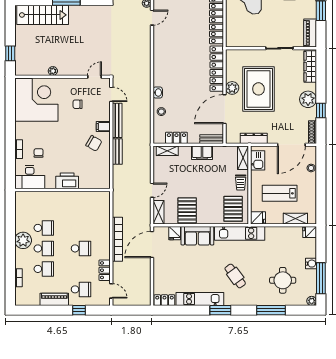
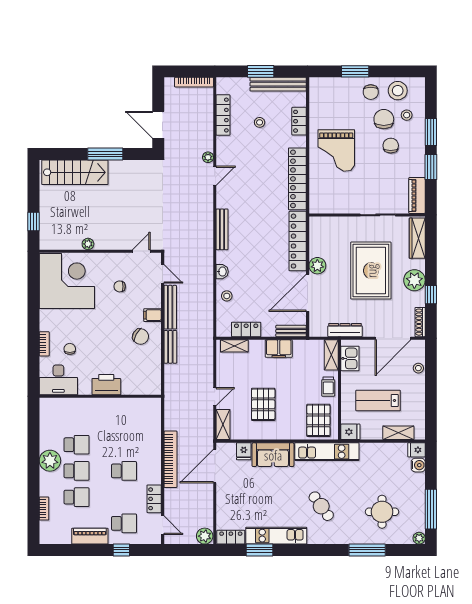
bench: (158, 60) -> (222, 229), added
rug: (258, 89) -> (371, 271), moved
pallet: (187, 210) -> (263, 404), moved
water cooler: (311, 264) -> (418, 465), moved
plant: (144, 299) -> (205, 536), added
window: (220, 310) -> (259, 550), moved

